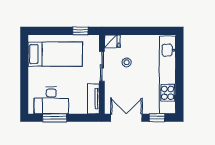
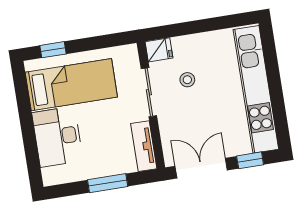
window: (80, 31) -> (53, 50), moved
desk: (51, 100) -> (57, 137), moved, turned 90
window: (55, 118) -> (108, 183), moved

